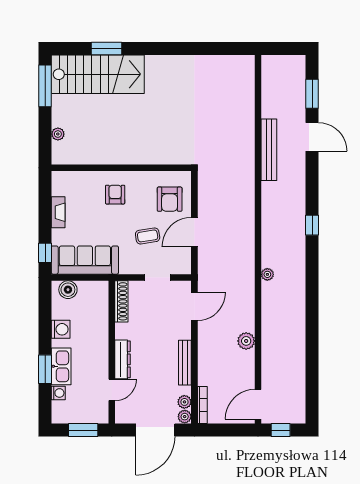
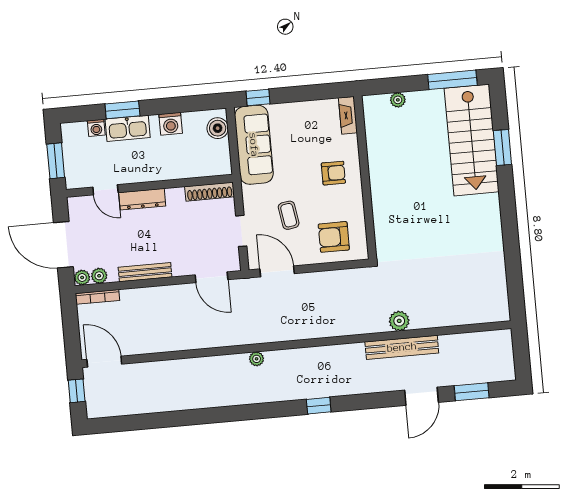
fireplace: (58, 212) -> (348, 115), moved, turned 90
door: (194, 232) -> (277, 271), moved
plant: (246, 341) -> (399, 321), moved

